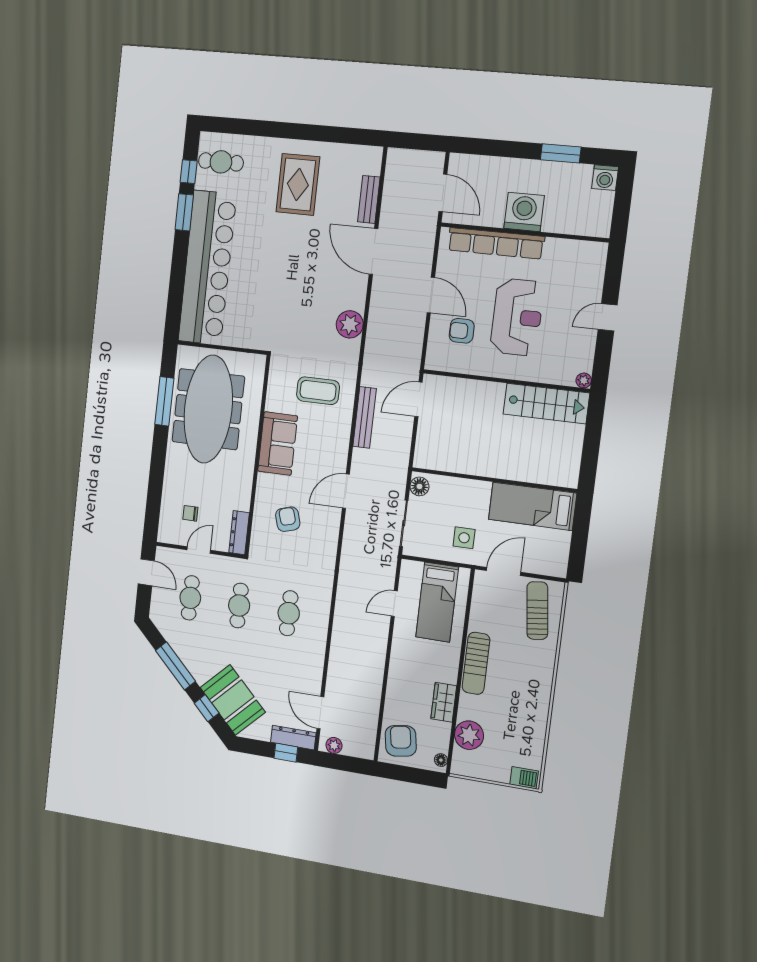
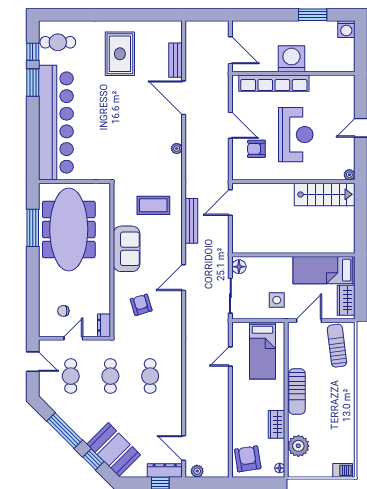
plant: (350, 324) -> (177, 149), width x0.53, depth x0.53
dresser: (239, 533) -> (104, 325), width x0.70
wardrobe: (557, 551) -> (346, 300), added

